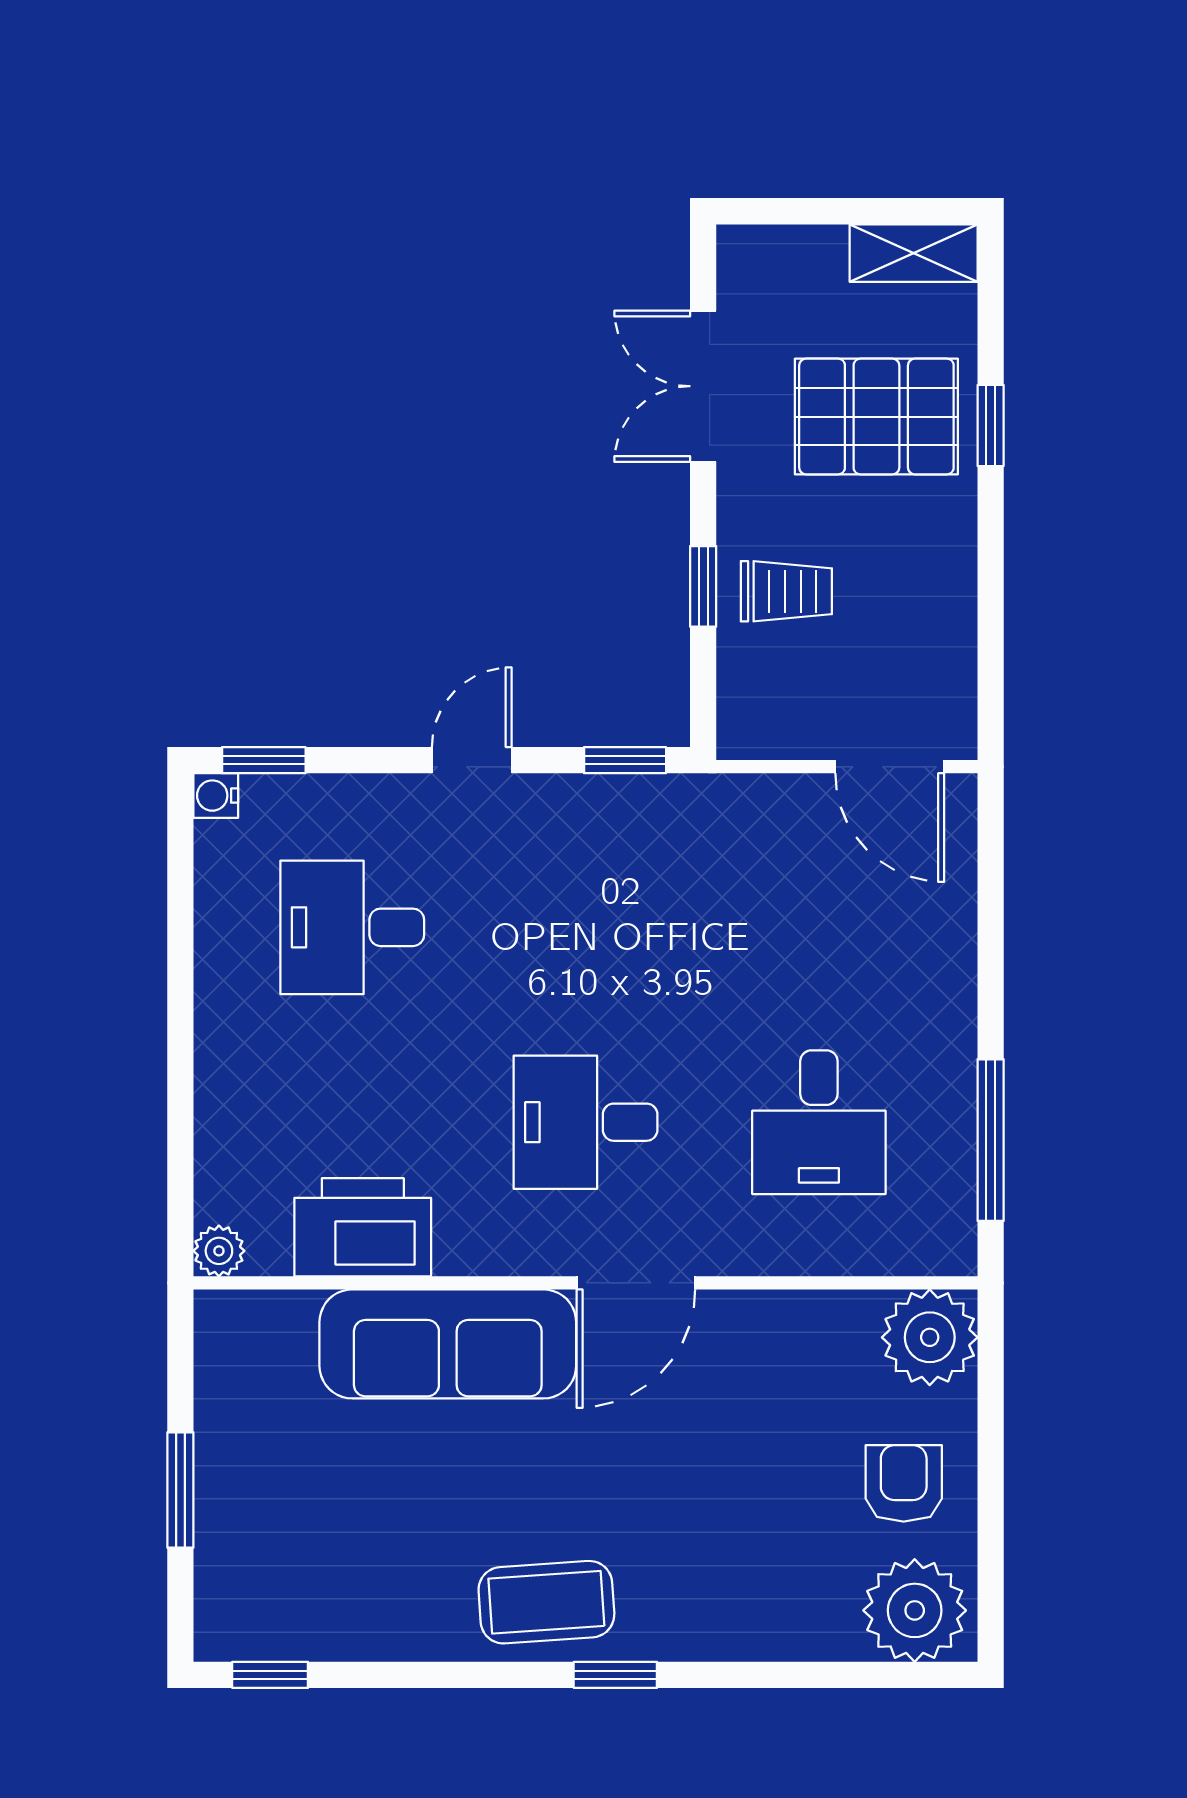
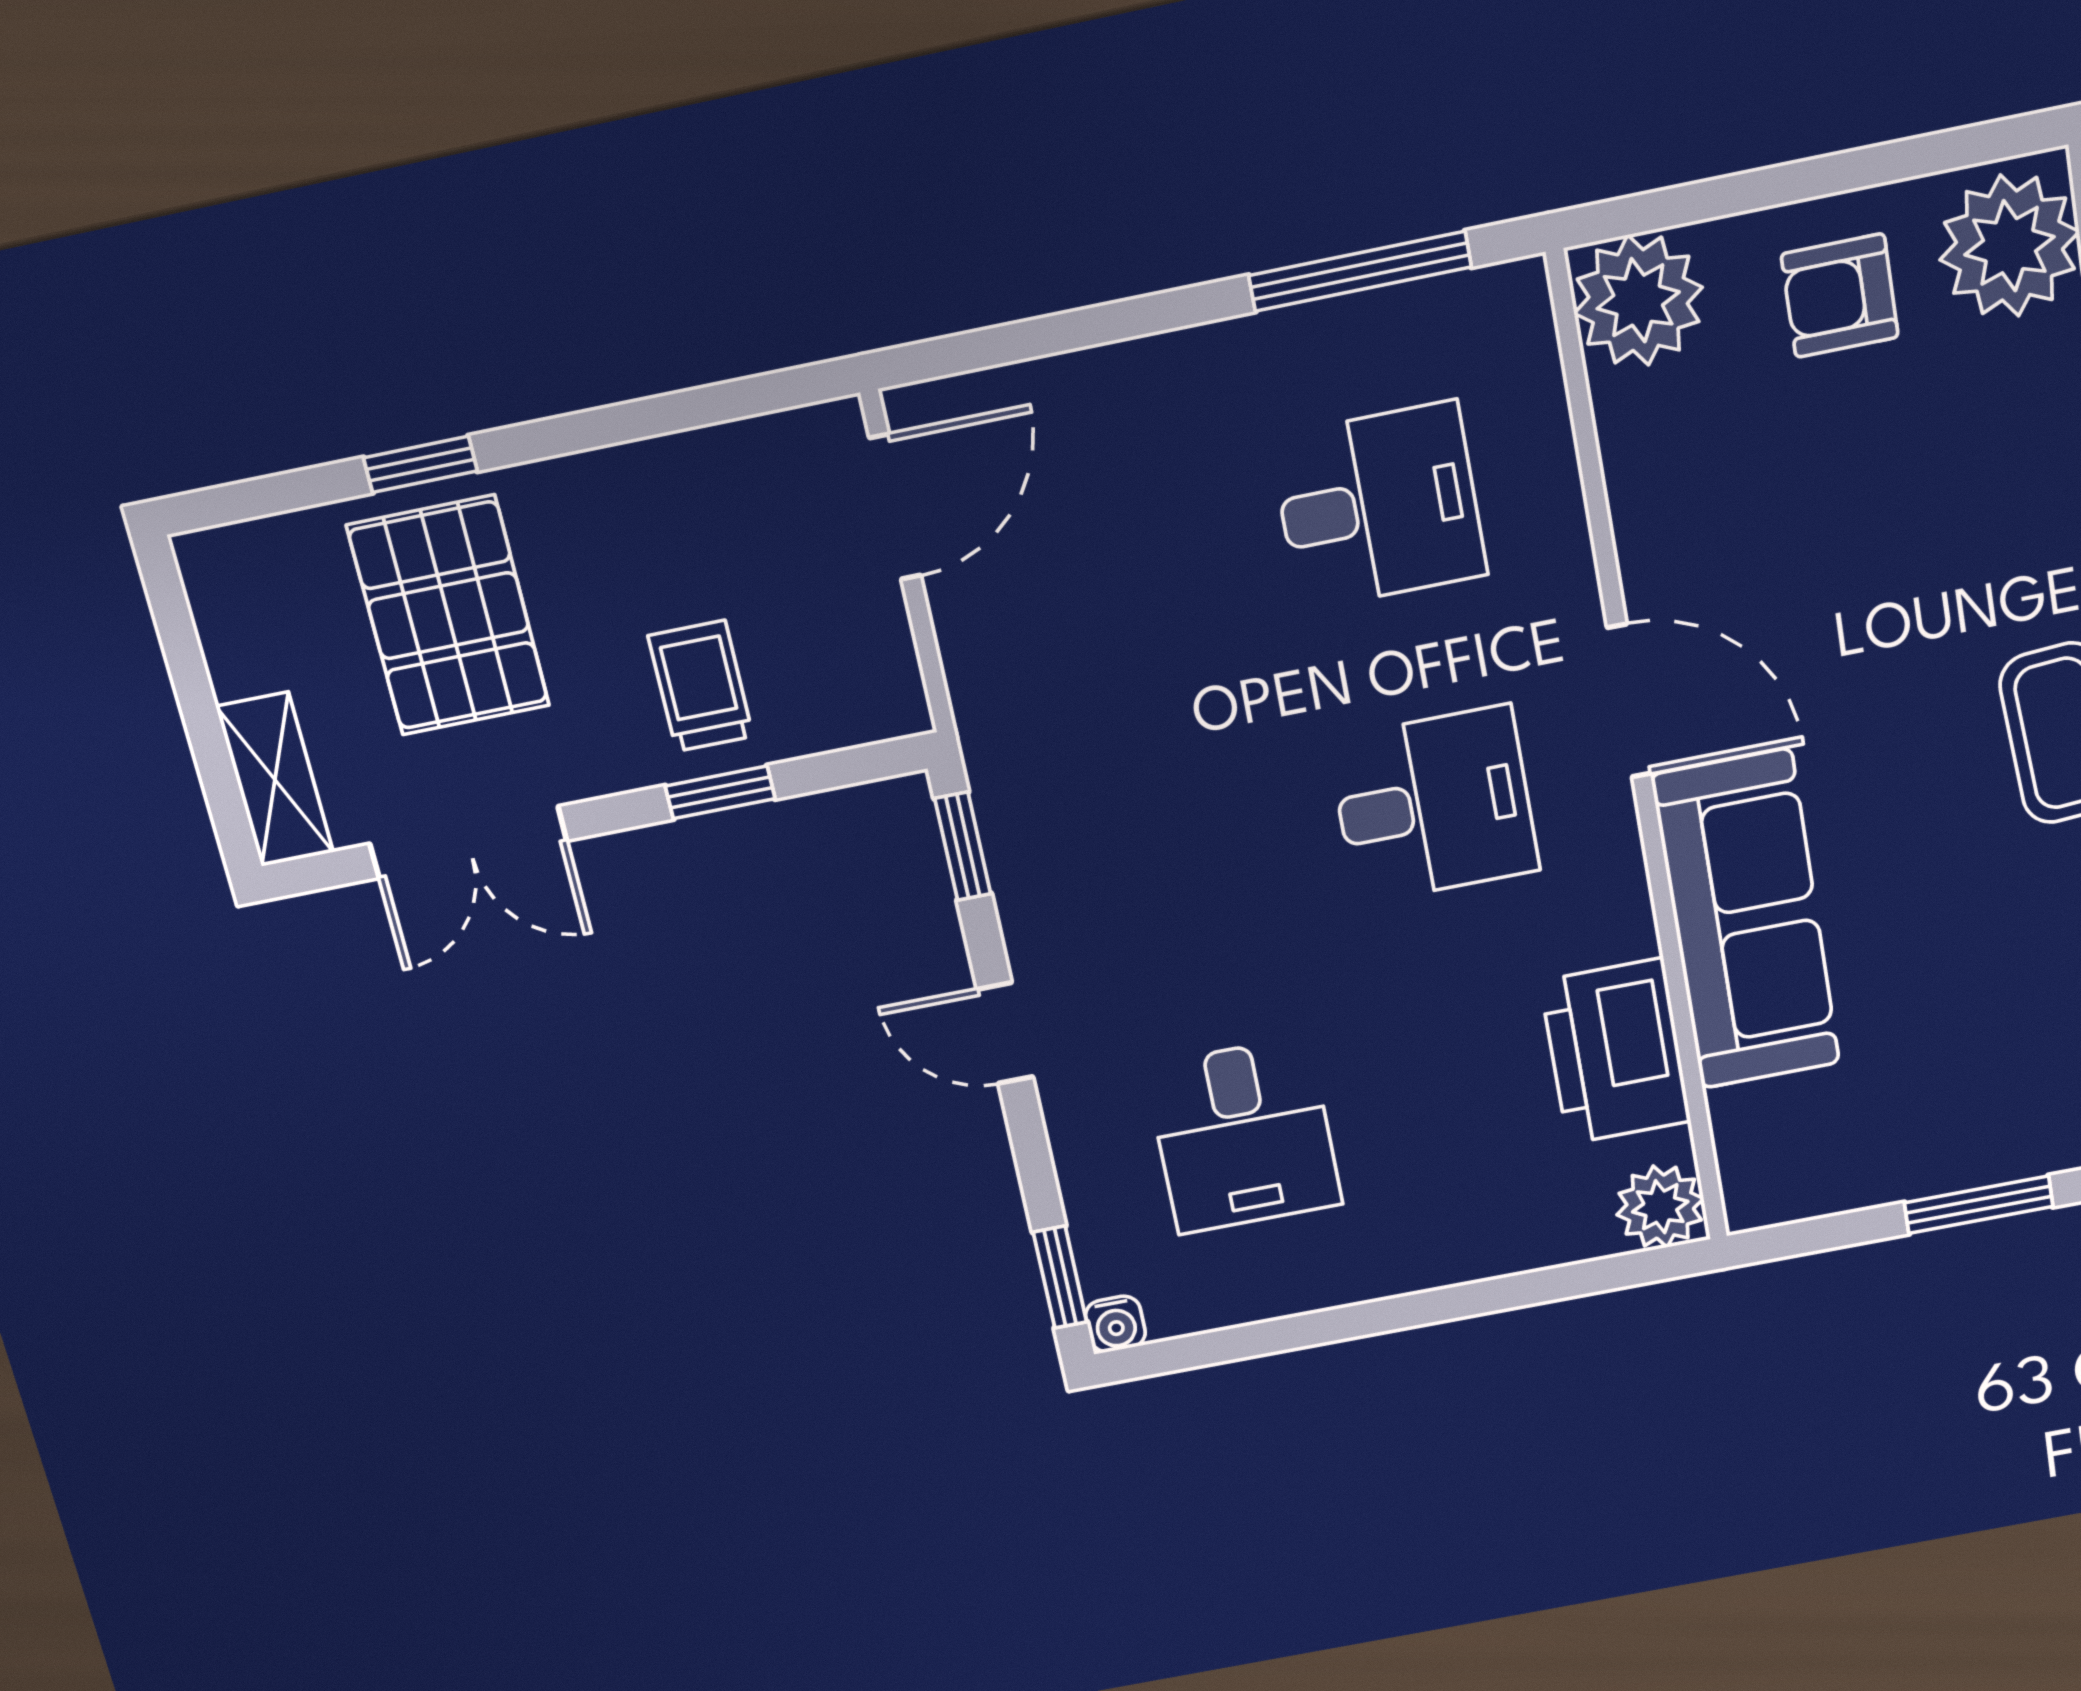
shelving: (914, 253) -> (275, 780), moved
desk: (586, 1122) -> (1433, 805), turned -90
plant: (219, 1251) -> (1660, 1207), width x1.38, depth x1.38

